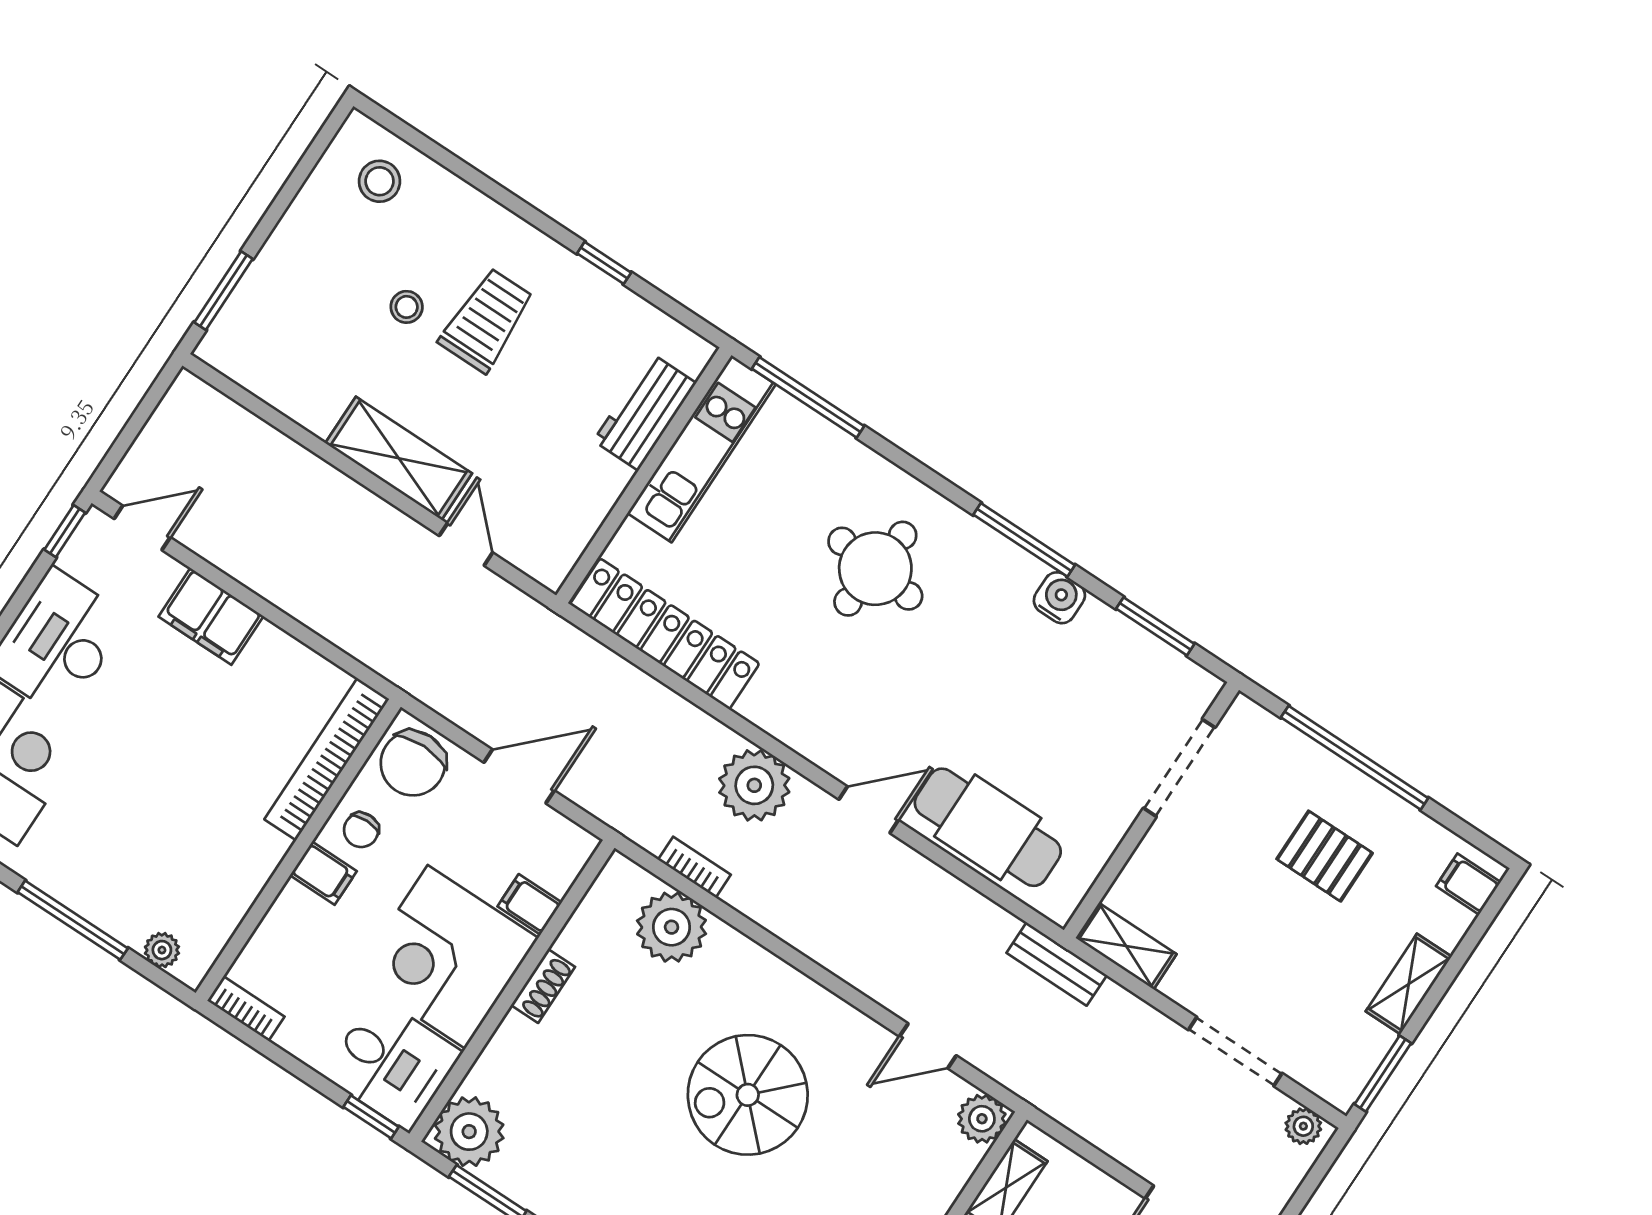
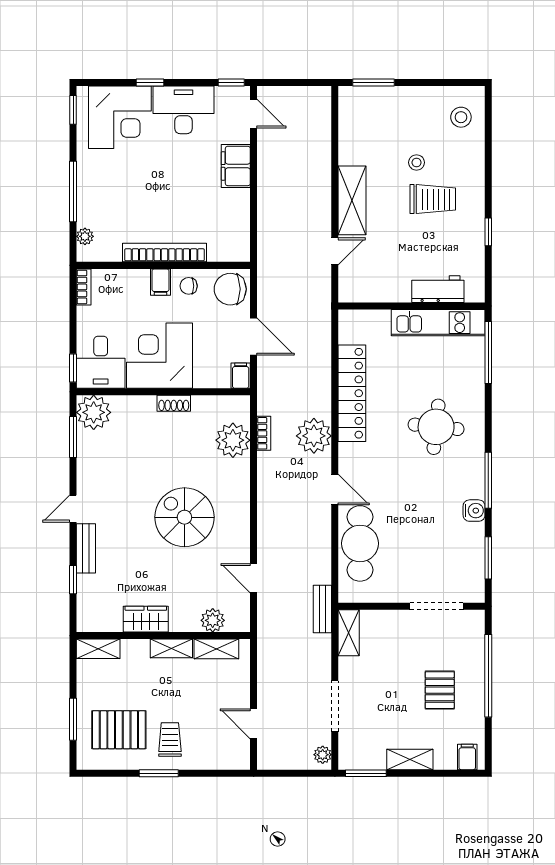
locker: (665, 634) -> (352, 393), moved
bookcase: (327, 759) -> (165, 253), moved
filing cabinet: (530, 904) -> (241, 376), moved
plant: (982, 1119) -> (213, 620), moved

